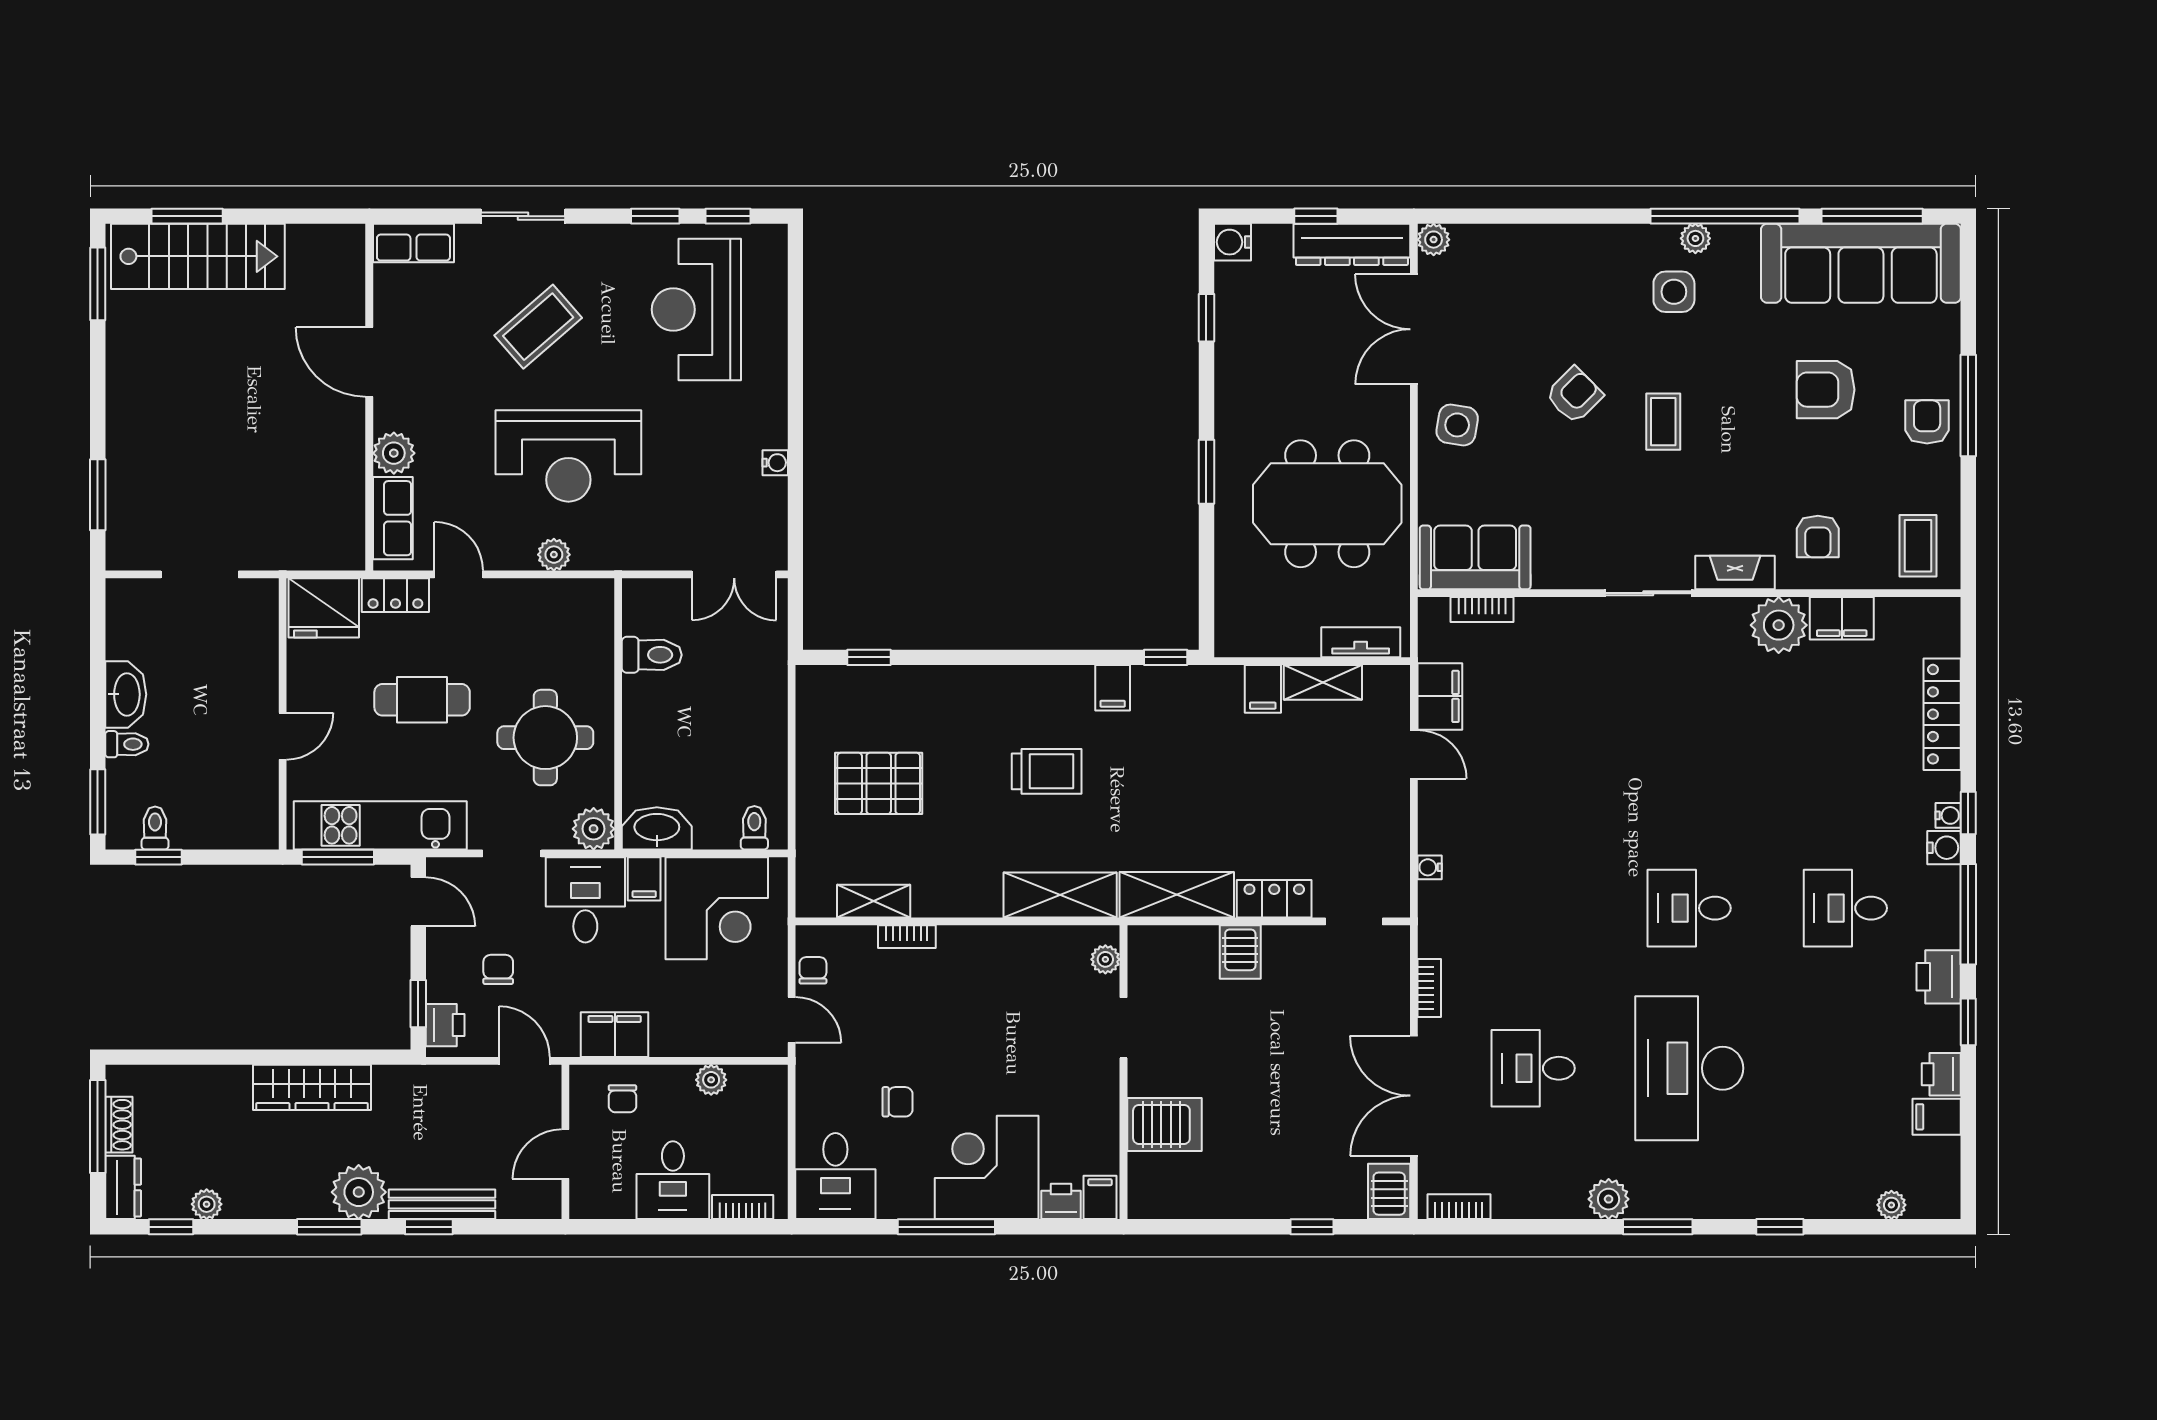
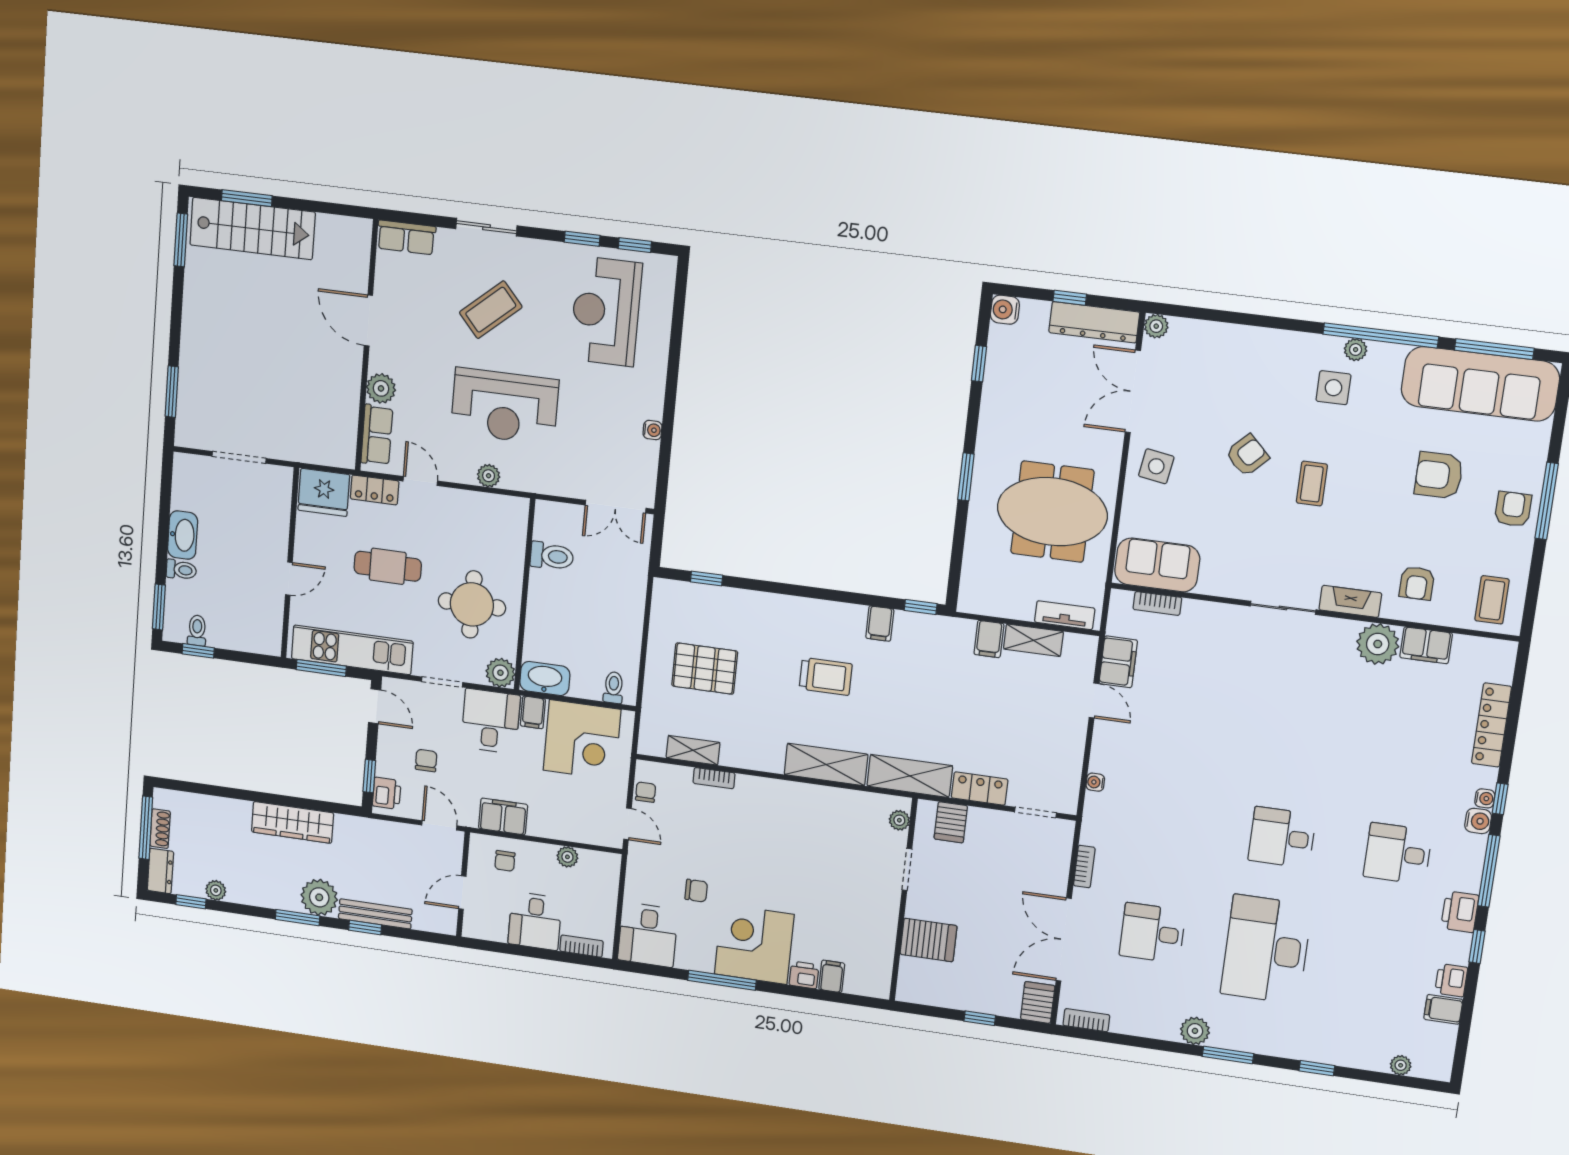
plant: (1105, 959) -> (899, 820), moved
doorway: (1124, 1028) -> (907, 869), moved
wall: (1124, 1072) -> (903, 900), moved
server rack: (1164, 1124) -> (928, 940), moved

